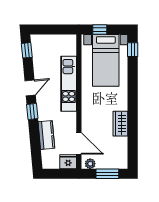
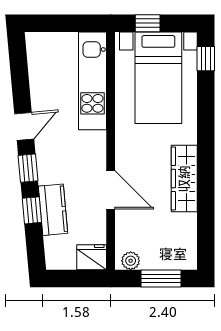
window: (27, 50) -> (32, 210), moved
kitchen unit: (69, 84) -> (92, 81), moved
wardrobe: (120, 124) -> (184, 179), width x1.50
door: (79, 143) -> (111, 190), moved

